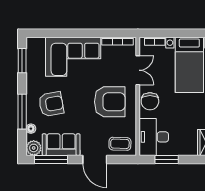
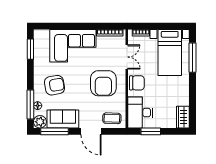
chair: (150, 101) -> (137, 83), turned -90
armchair: (110, 102) -> (103, 83), turned 90
window: (22, 112) -> (30, 105), moved

